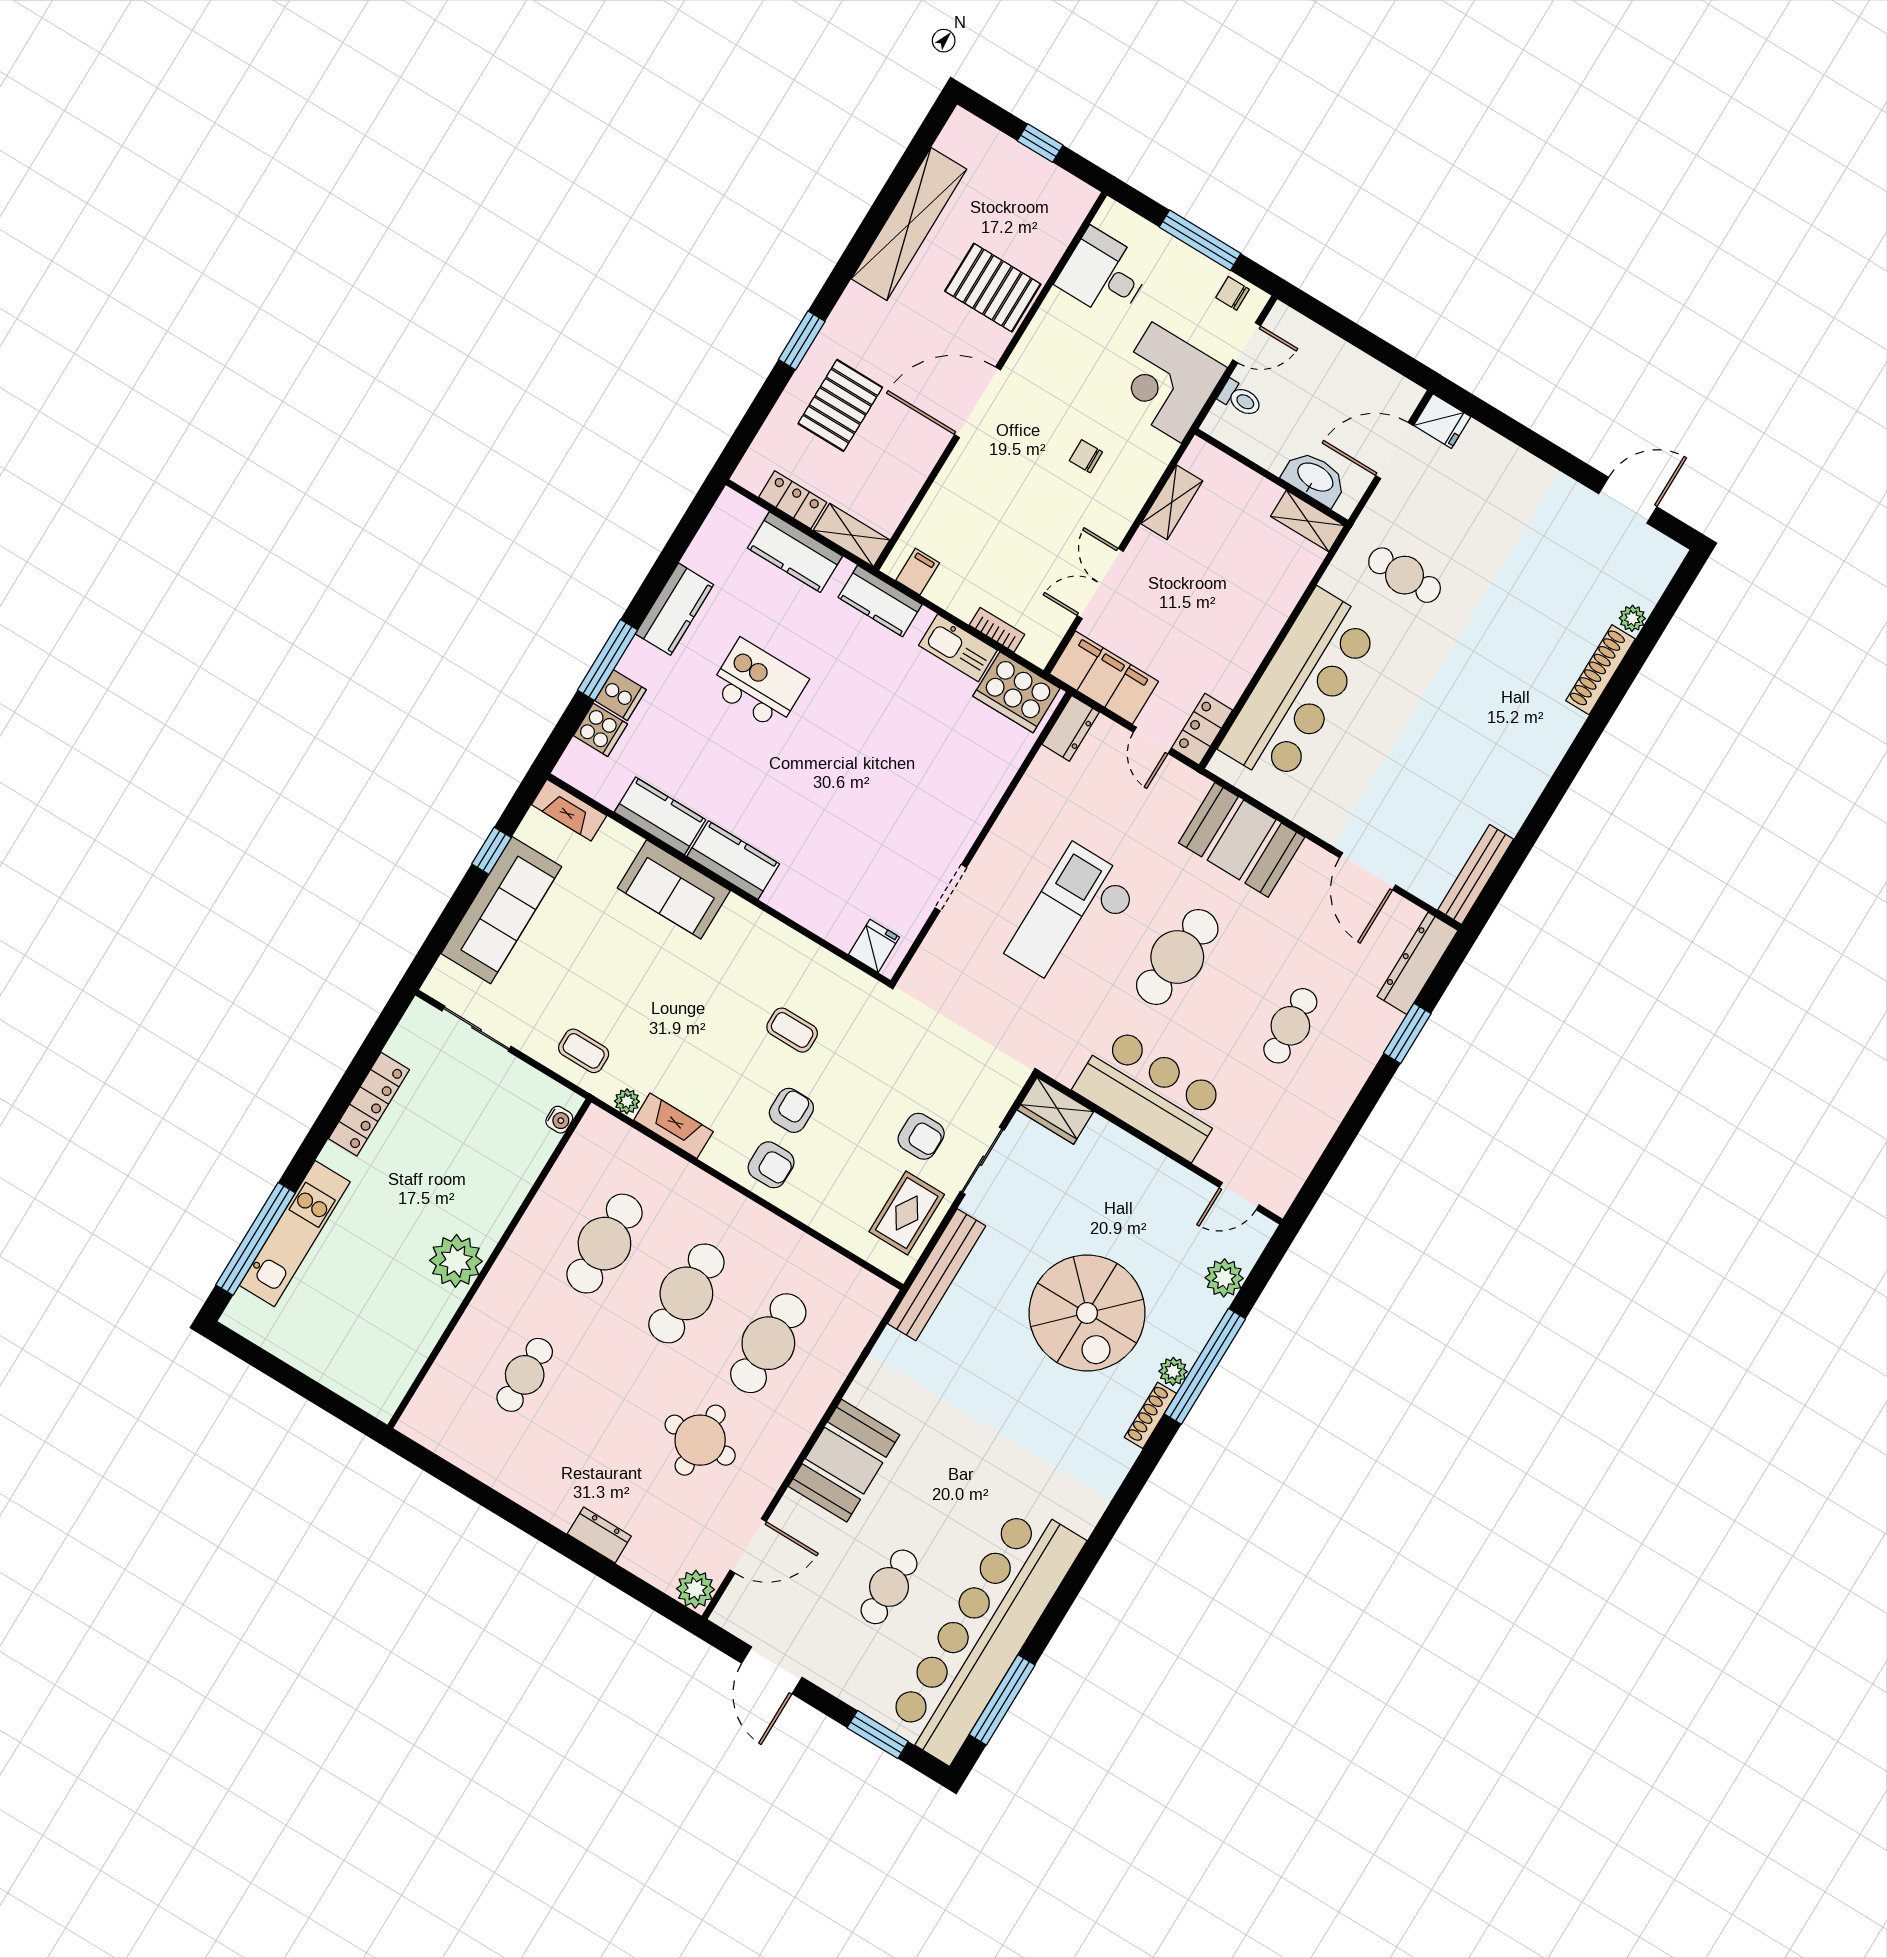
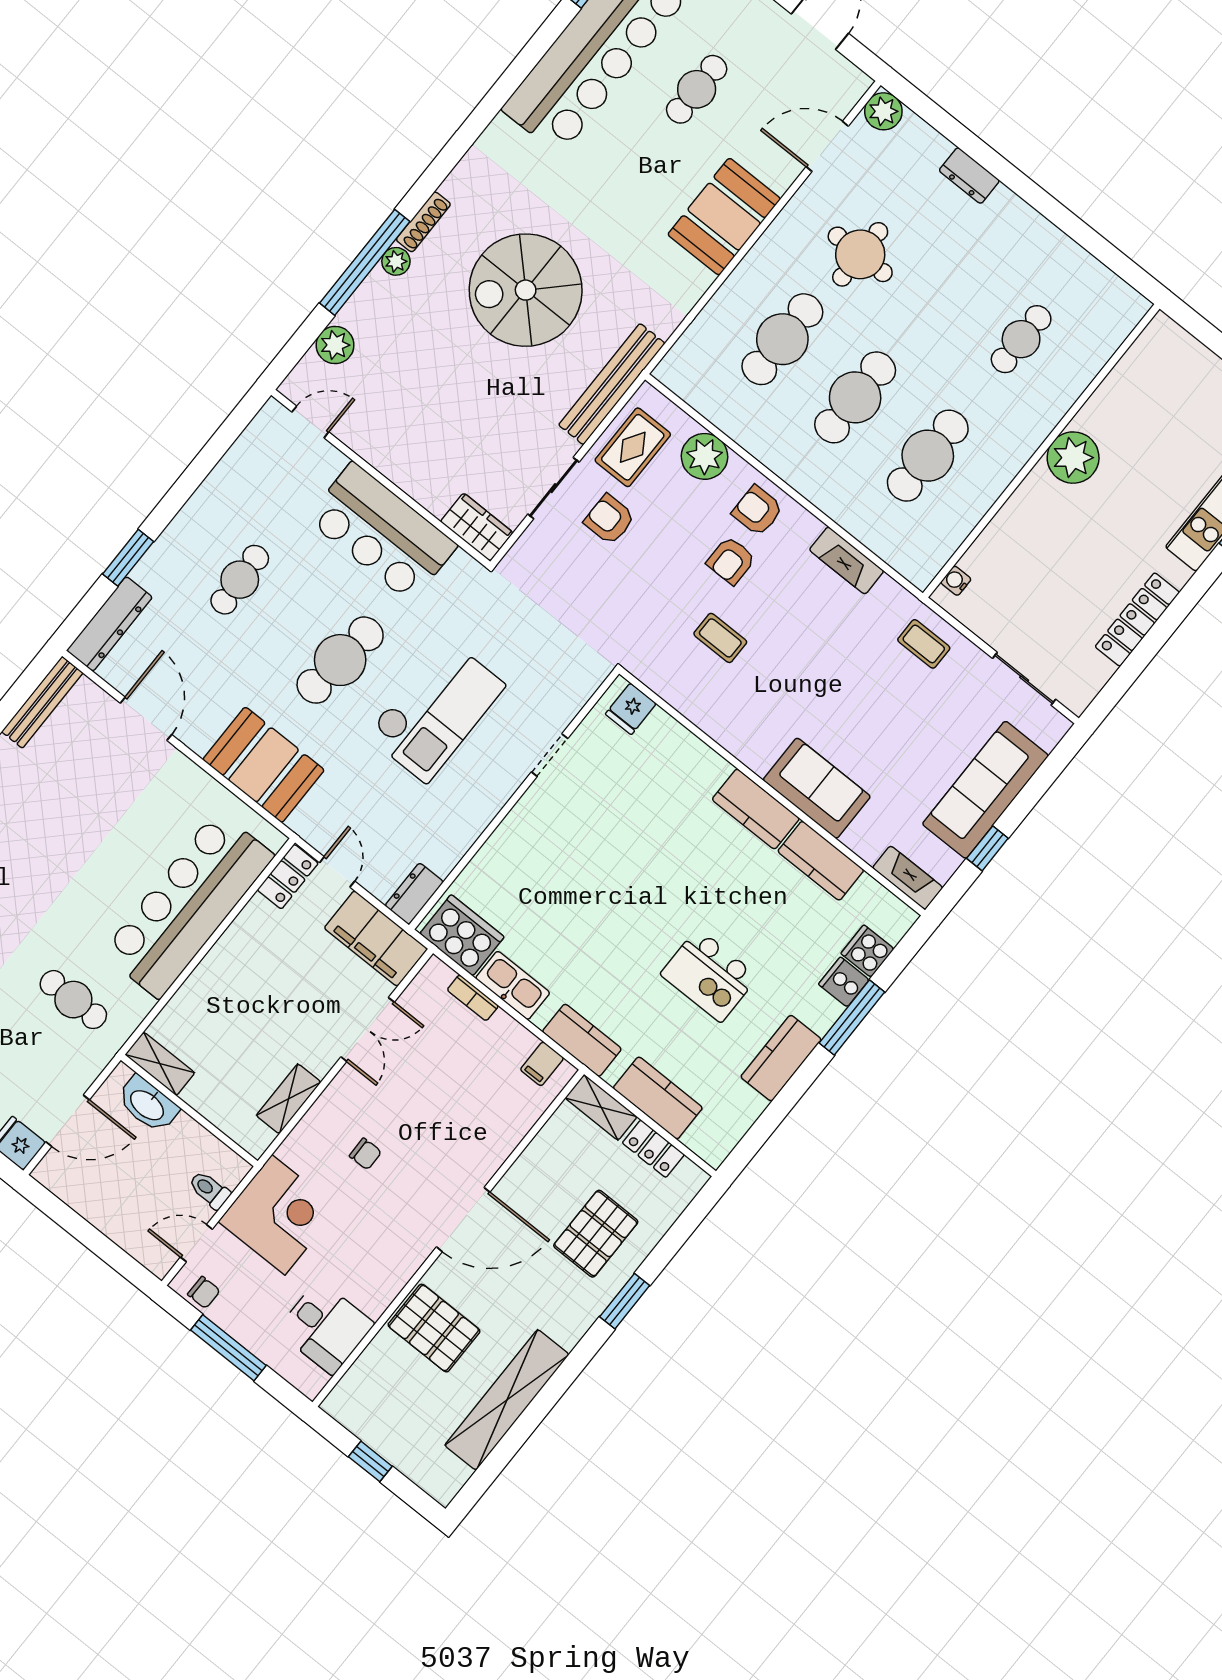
plant: (627, 1101) -> (704, 456), moved, width x1.88, depth x1.88
spiral stairs: (1087, 1313) -> (526, 290), moved, turned -90

